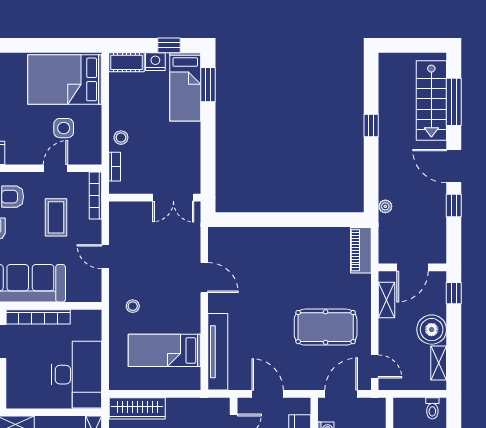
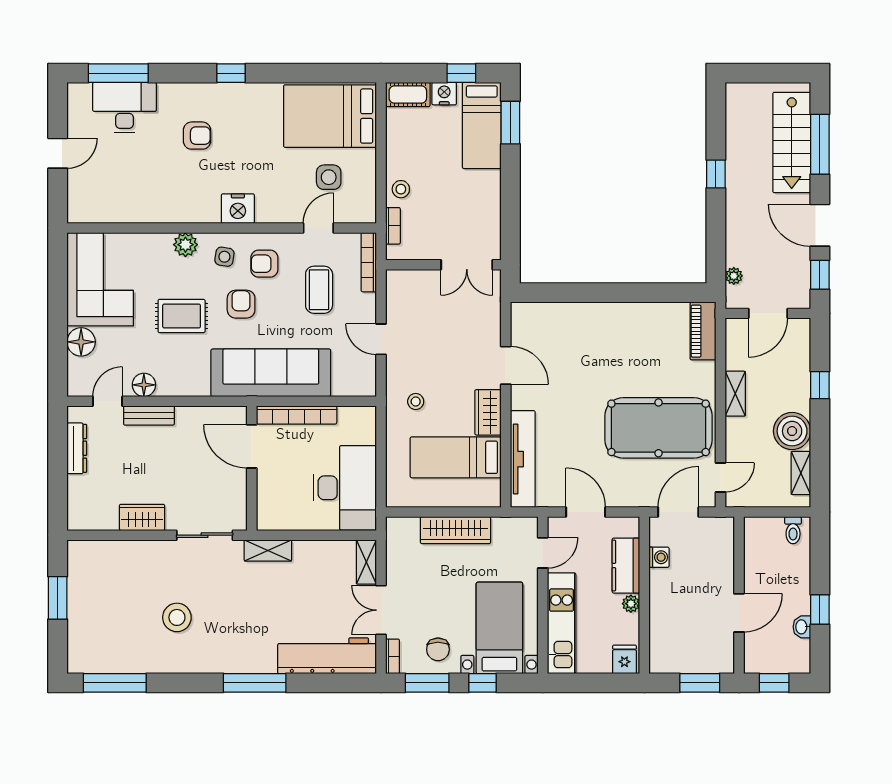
door: (412, 267) -> (768, 313), moved
wall: (412, 267) -> (768, 313), moved
wardrobe: (190, 315) -> (488, 412), added
pool table: (326, 327) -> (659, 428), width x1.36, depth x1.32
door: (375, 366) -> (721, 477), hinge flipped
wardrobe: (137, 408) -> (455, 530), moved

